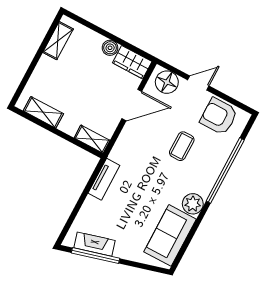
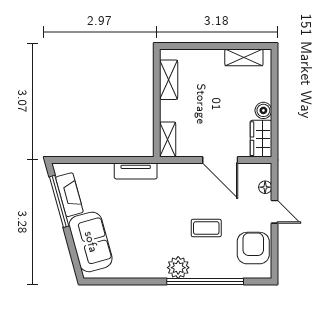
floor lamp: (167, 82) -> (265, 187), width x0.53, depth x0.53
plant: (193, 204) -> (178, 268), moved
sofa: (170, 235) -> (91, 242), moved, turned 75

